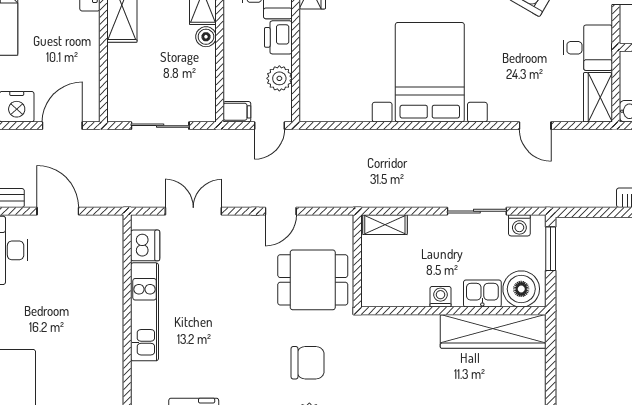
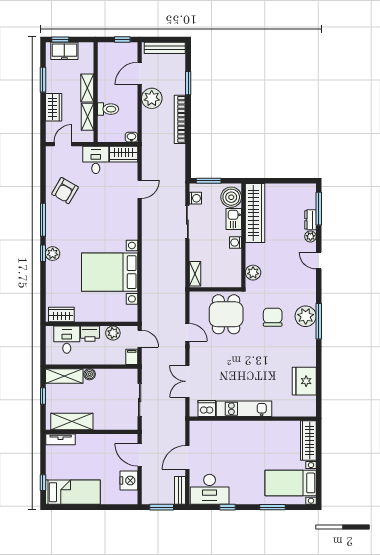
bed with nightstands: (430, 72) -> (110, 272), moved
plant: (387, 328) -> (253, 273), added

